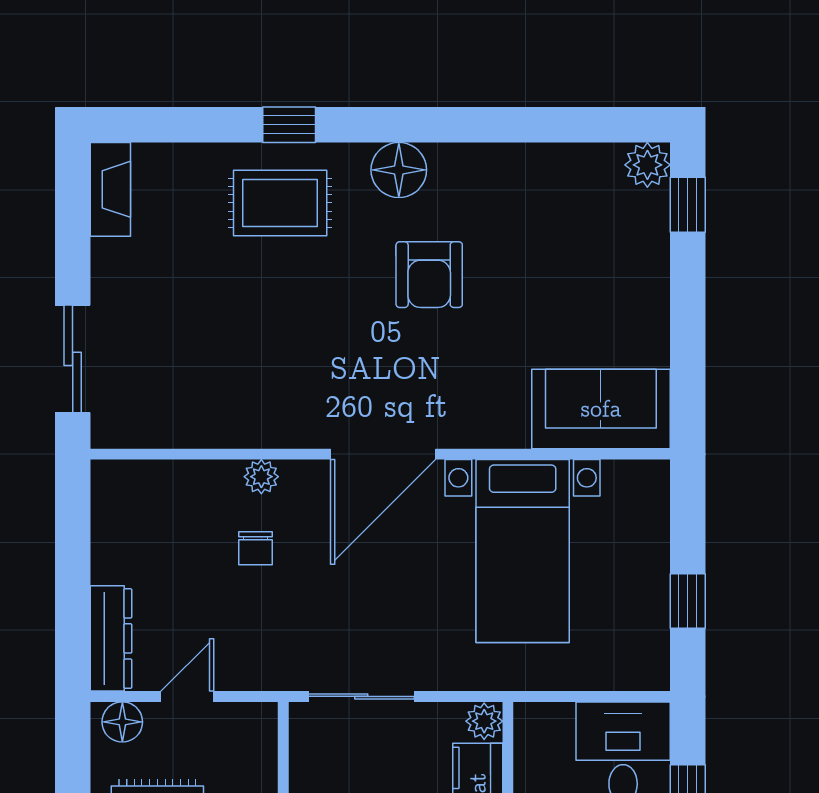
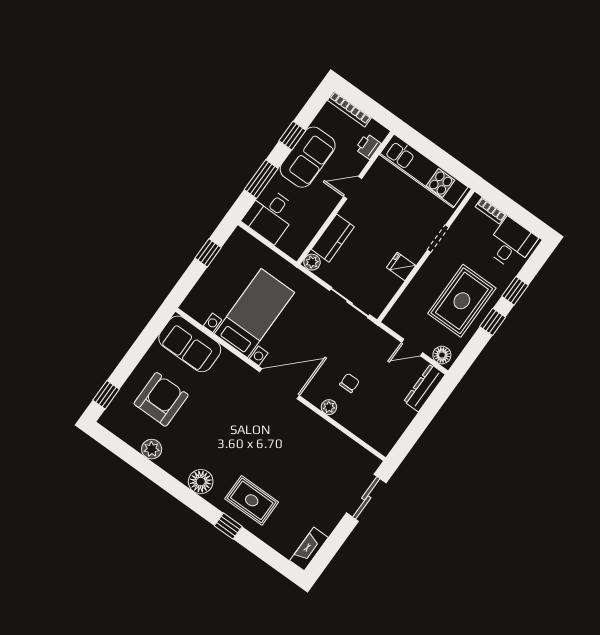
plant: (647, 165) -> (152, 449), moved
armchair: (429, 275) -> (161, 399), moved, width x1.36, depth x1.36

